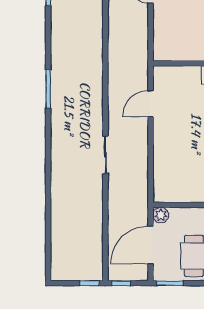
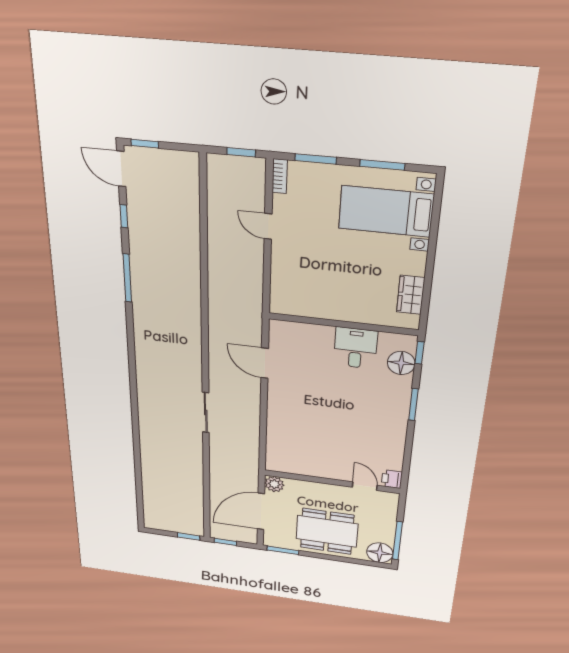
window: (48, 89) -> (127, 278), moved
door: (151, 104) -> (265, 363), hinge flipped

